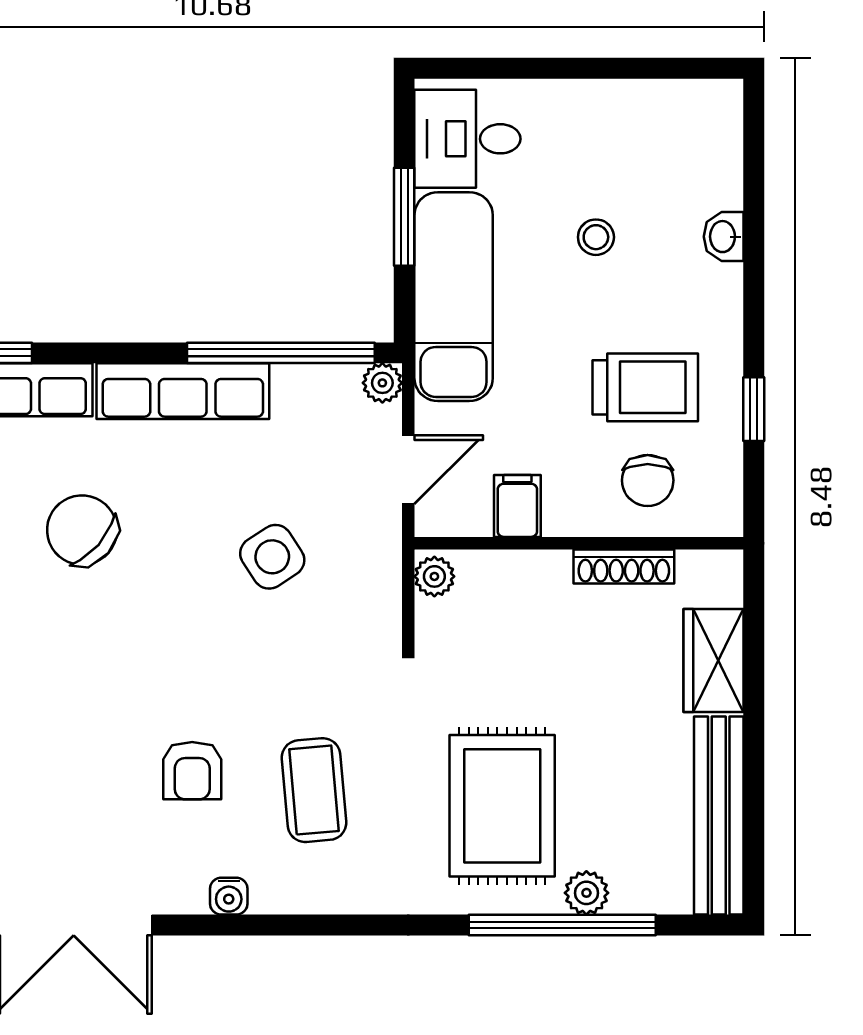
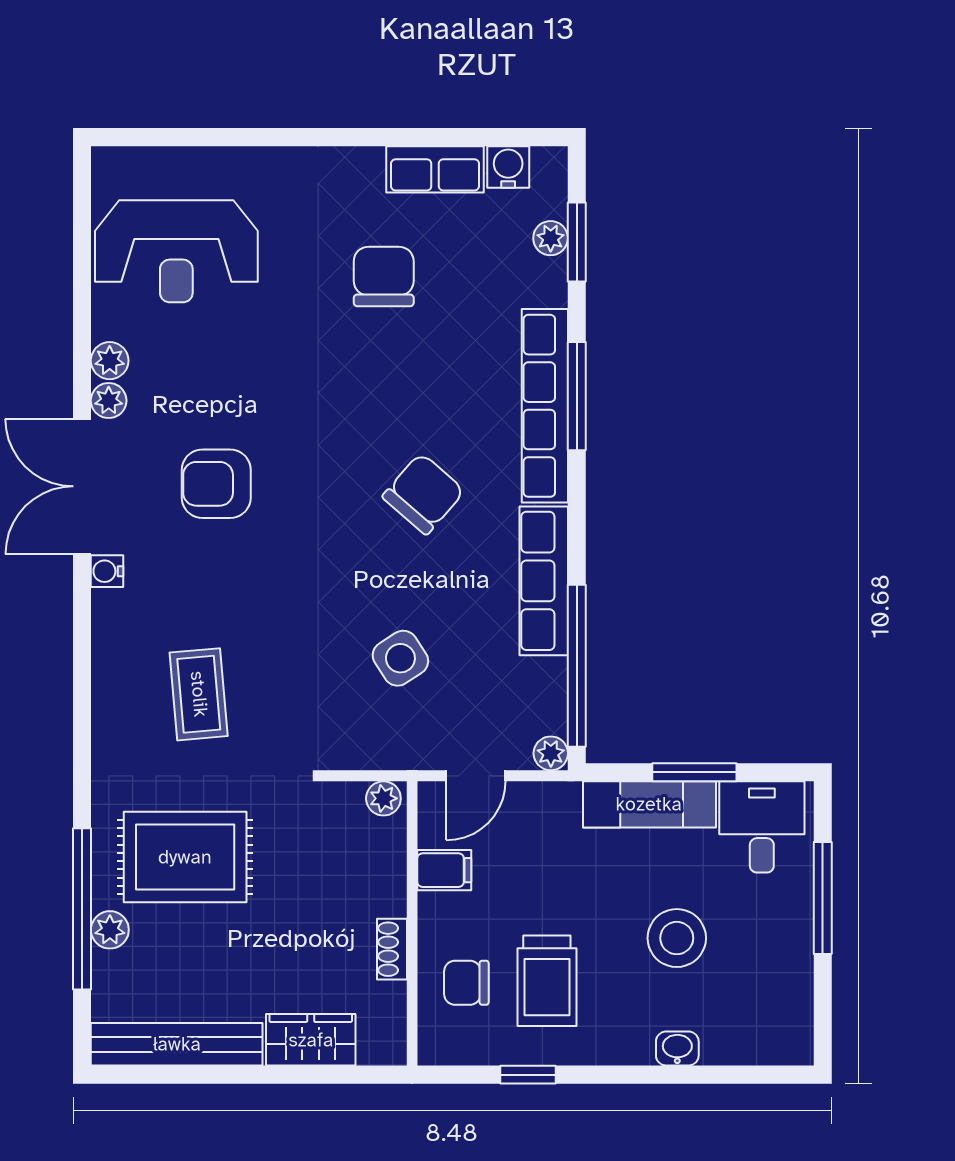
window: (550, 68) -> (823, 898), added
stool: (596, 237) -> (677, 938), width x1.89, depth x1.89
exam couch: (454, 297) -> (649, 804), width x0.73, depth x0.69
door: (408, 470) -> (476, 776), hinge flipped
shoe rack: (624, 567) -> (392, 949), width x0.70
armchair: (192, 771) -> (216, 484), moved, width x1.38, depth x1.38
coffee table: (314, 790) -> (199, 694), turned 90
water cooler: (229, 896) -> (107, 571), moved

